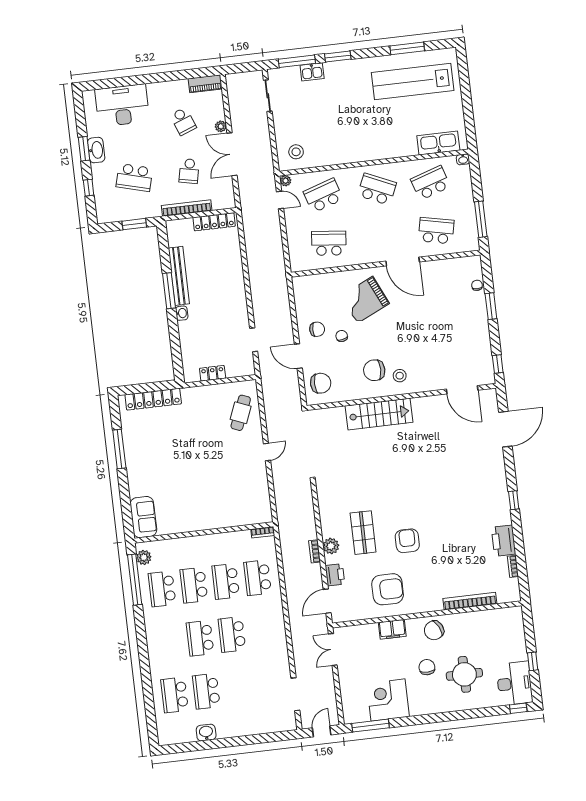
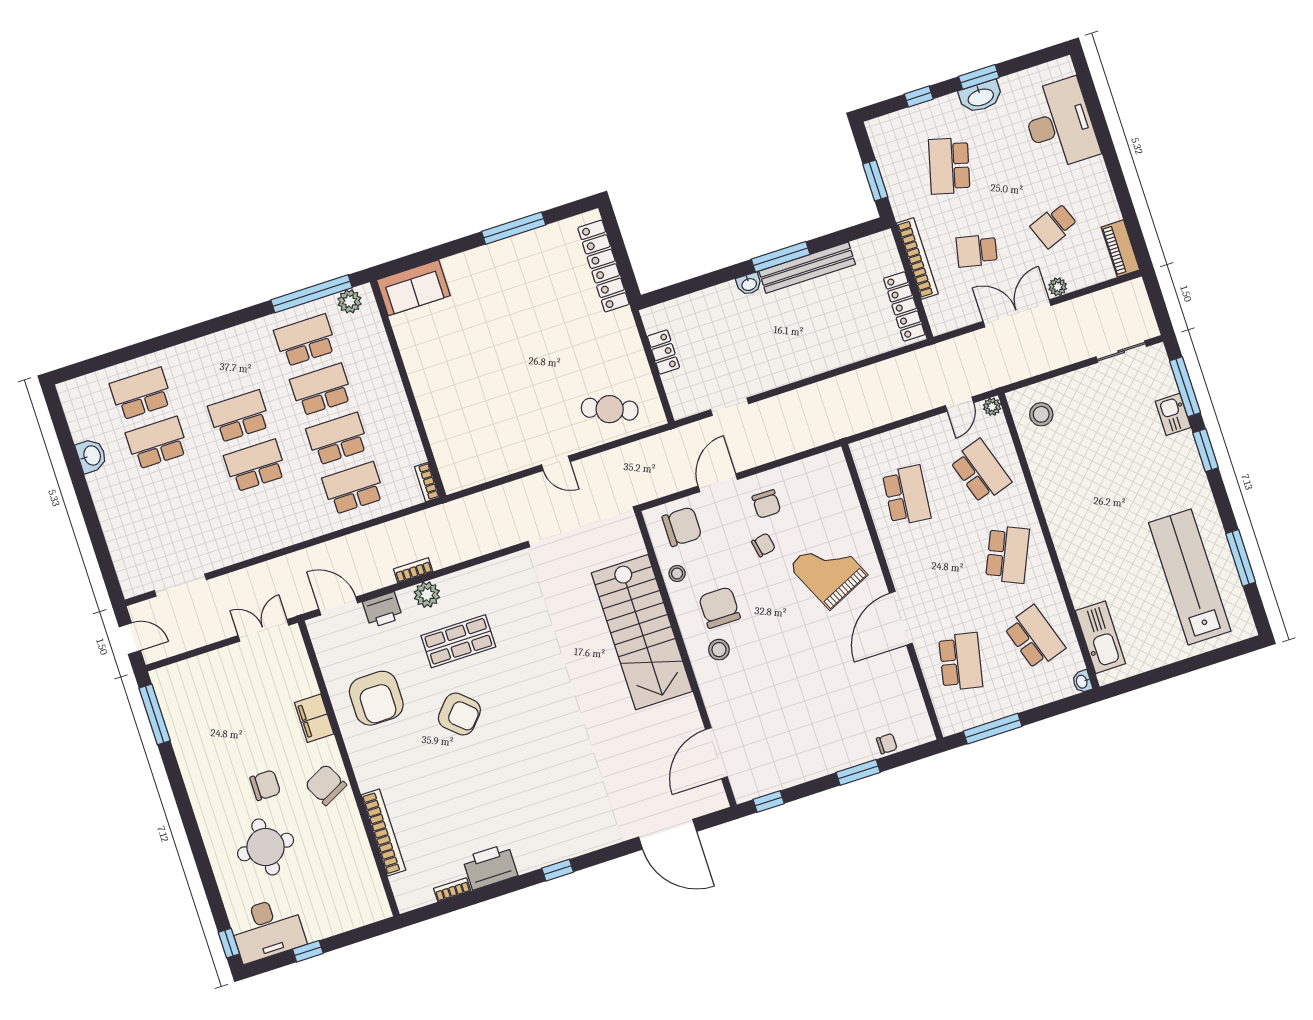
chair: (321, 383) -> (682, 527), turned -90
stool: (348, 392) -> (677, 573), added
stairs: (379, 414) -> (642, 632), width x1.36, depth x1.51
armchair: (407, 541) -> (459, 714), turned 42
corner desk: (388, 700) -> (201, 734), removed

